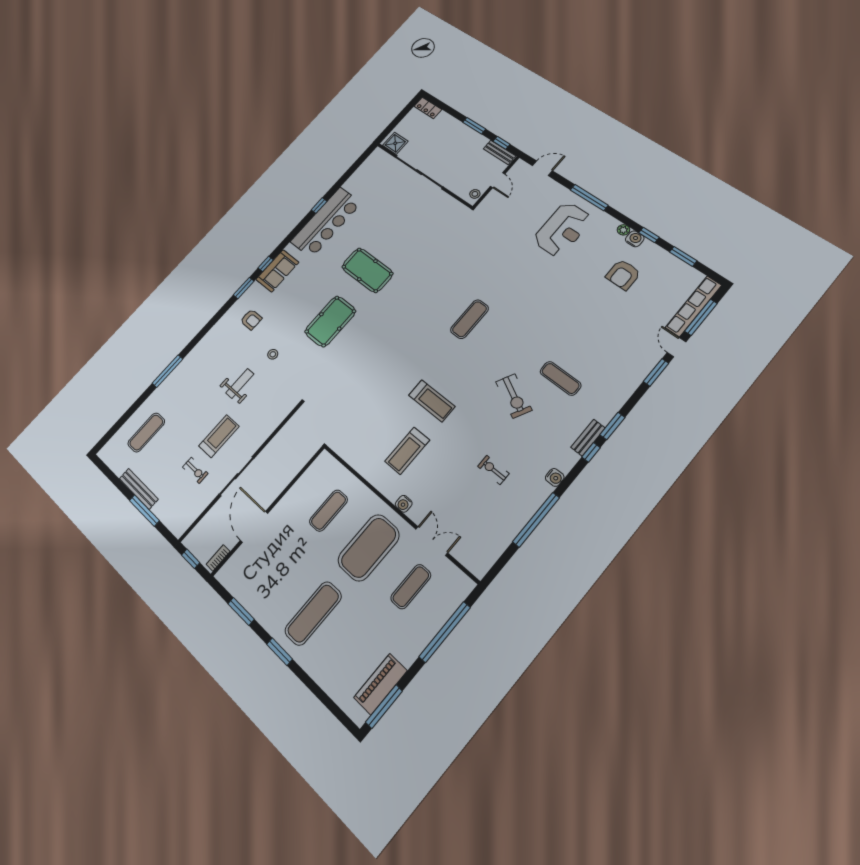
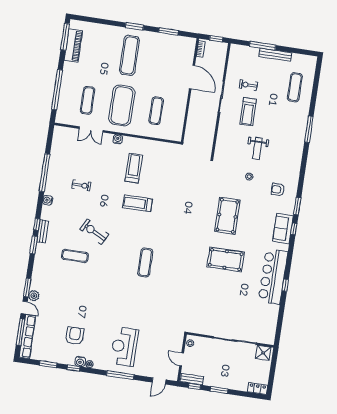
plant: (652, 356) -> (34, 296), added

